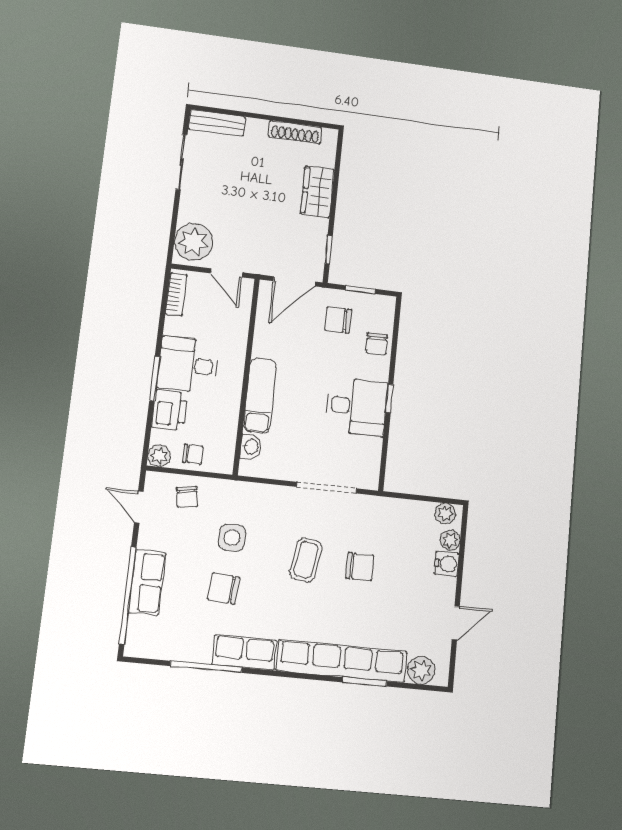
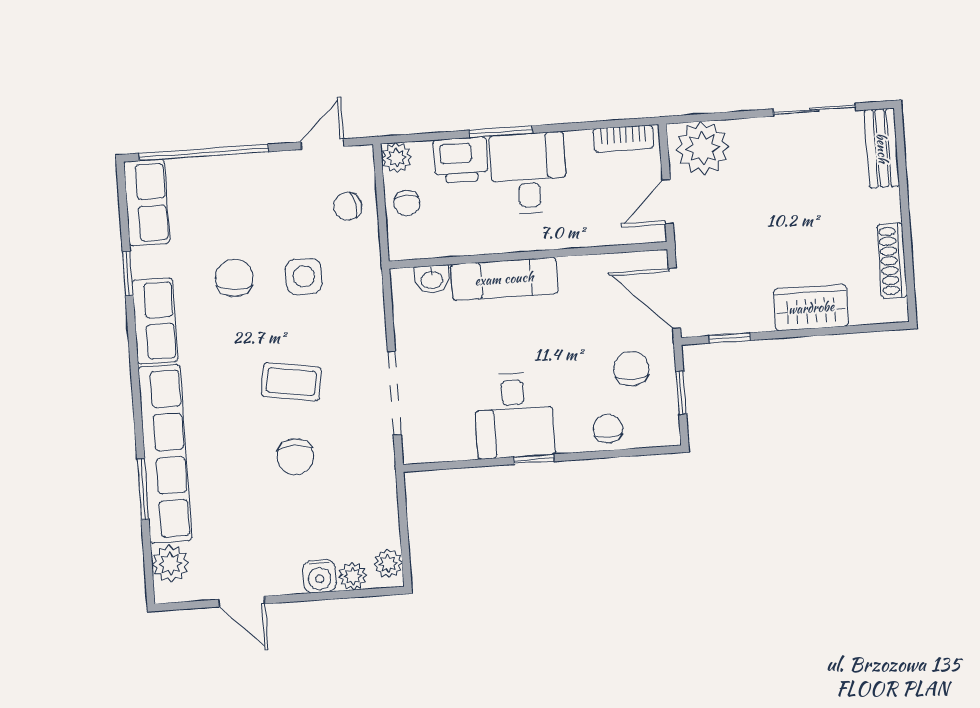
chair: (377, 344) -> (608, 429), turned 90
row of seats: (147, 583) -> (147, 203), moved, turned -90
window: (206, 667) -> (128, 273), width x0.46

